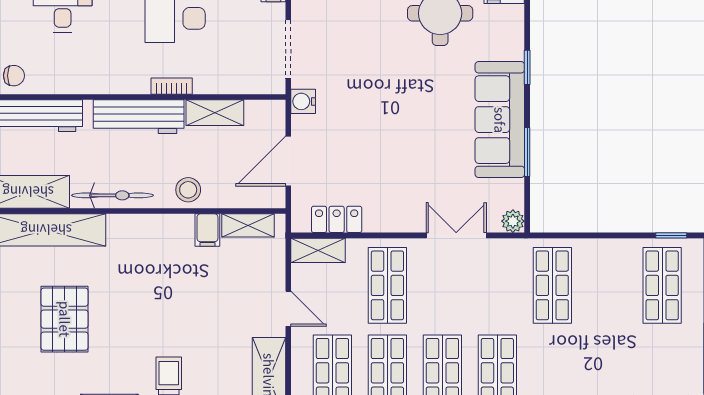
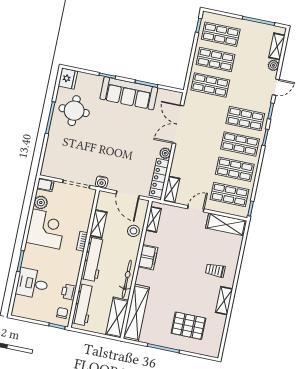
printer: (61, 80) -> (69, 292), added
stool: (188, 190) -> (133, 231), moved
locker: (337, 219) -> (159, 178), width x1.53
plant: (513, 221) -> (165, 153), moved
filing cabinet: (207, 230) -> (148, 257), moved, width x2.00
double door: (456, 235) -> (178, 124), width x1.37
shop shelf: (387, 285) -> (215, 60), moved
pallet: (65, 319) -> (188, 326), moved

